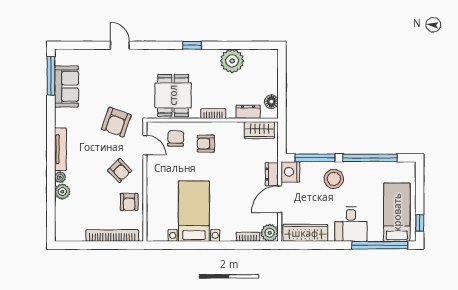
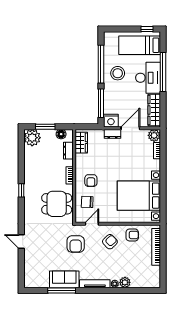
door: (120, 45) -> (21, 241), hinge flipped
plant: (232, 61) -> (32, 138), moved
window: (51, 76) -> (62, 290), moved
window: (282, 79) -> (45, 127), added
sofa: (67, 86) -> (64, 279), moved
armchair: (116, 122) -> (76, 244), turned 70
stool: (334, 179) -> (118, 73), moved
door: (280, 199) -> (130, 128), swing flipped
bed with nightstands: (194, 211) -> (139, 196), width x1.36
desk: (351, 224) -> (148, 78), width x1.37
window: (380, 245) -> (163, 72), moved

